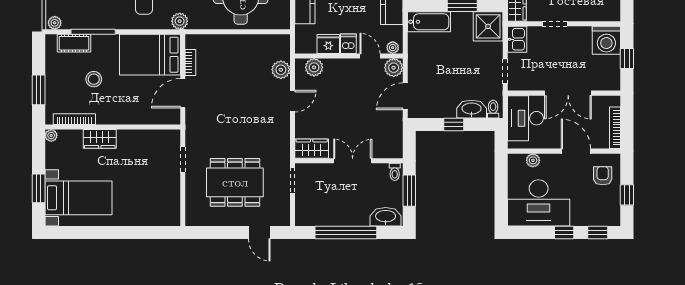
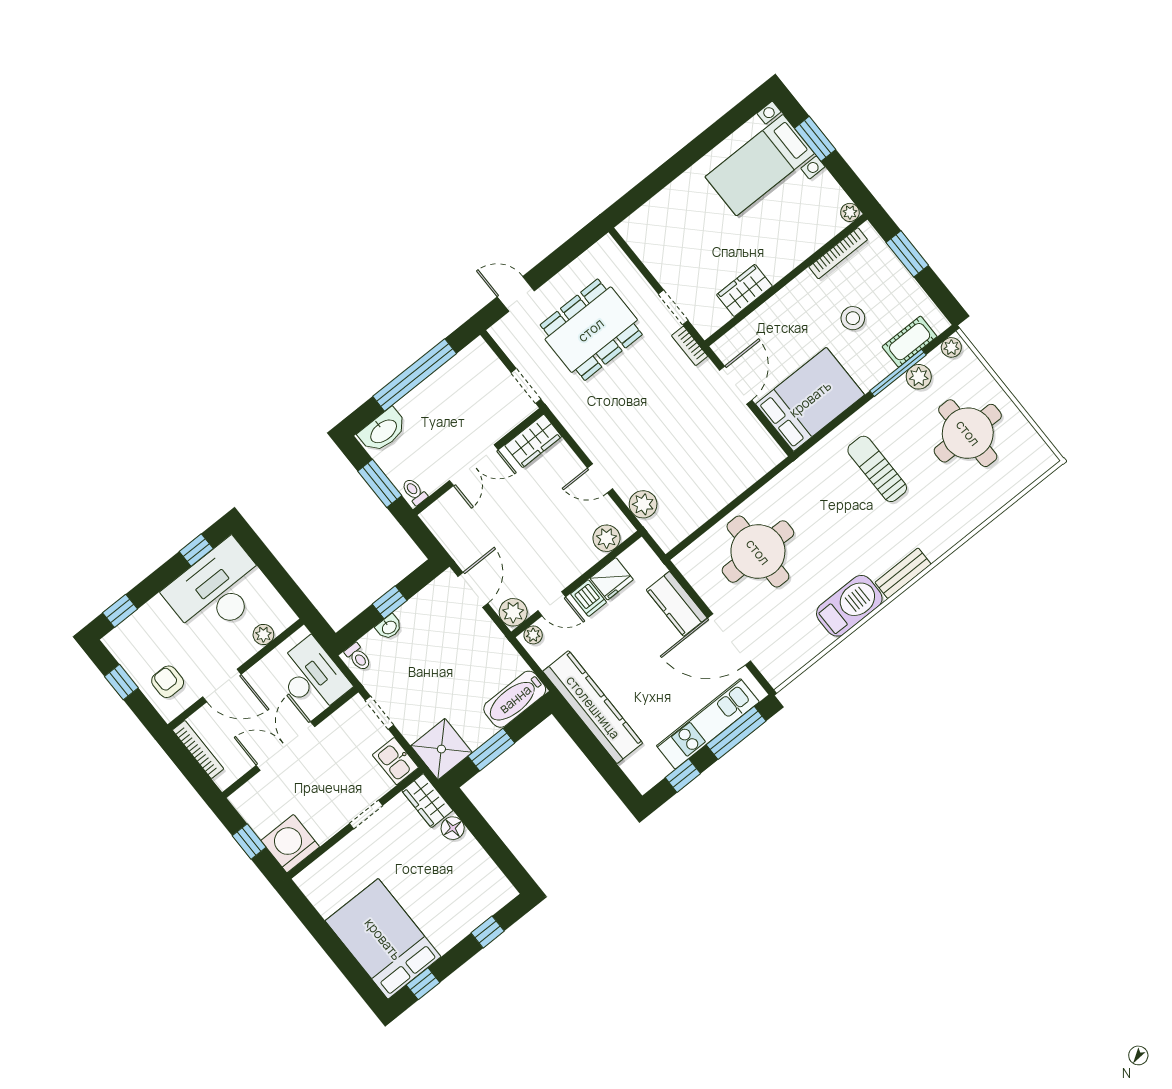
plant: (180, 21) -> (919, 377), moved
bookcase: (190, 63) -> (690, 346), moved
door: (292, 101) -> (600, 478), hinge flipped
washbasin: (472, 109) -> (389, 627), width x0.52, depth x0.69
wardrobe: (100, 139) -> (744, 290), moved
armchair: (603, 176) -> (168, 682), turned 180
window: (564, 233) -> (196, 550), moved

